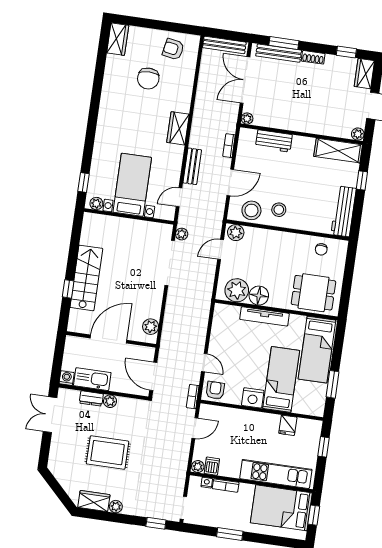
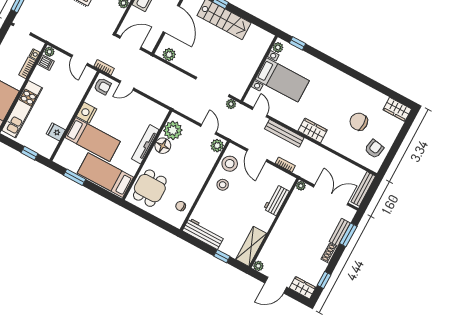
bench: (279, 53) -> (340, 232), width x0.73
bench: (192, 166) -> (284, 133), width x1.36

